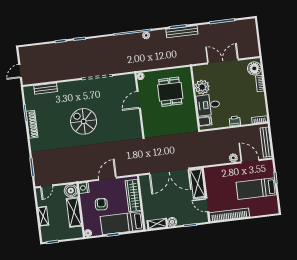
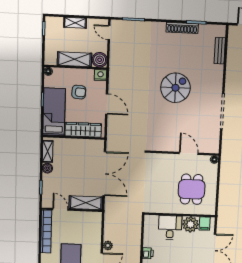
dining table: (170, 92) -> (192, 189), turned 90
filing cabinet: (205, 121) -> (205, 224), moved
double door: (169, 171) -> (104, 174), swing flipped
door: (207, 205) -> (60, 209), hinge flipped

